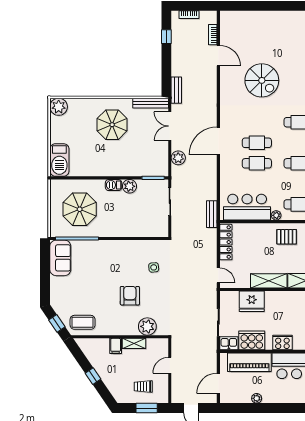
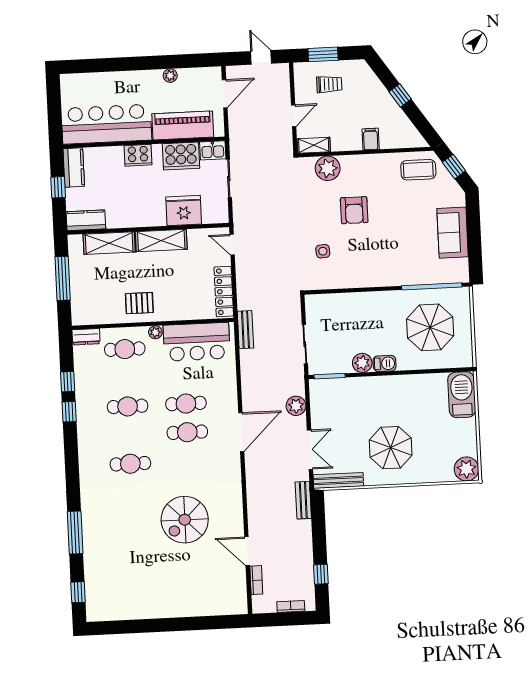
spiral stairs: (262, 80) -> (185, 520), turned -90
sofa: (60, 258) -> (453, 233), moved
shelving: (134, 343) -> (314, 145), moved

